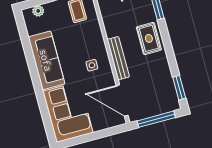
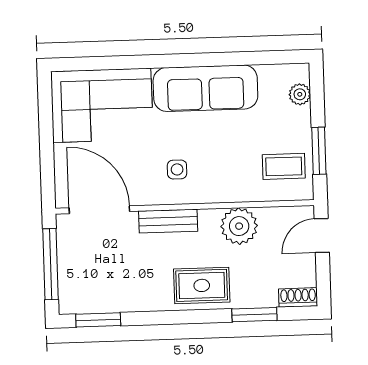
plant: (114, 26) -> (239, 226), added
bench: (118, 58) -> (168, 221), width x0.73
door: (122, 101) -> (99, 210), hinge flipped

